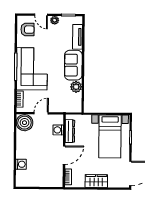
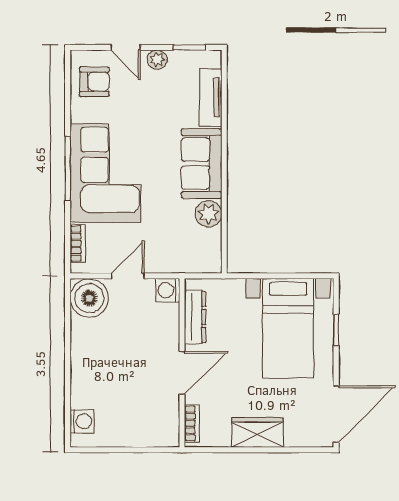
washing machine: (58, 130) -> (168, 290), moved
washing machine: (21, 164) -> (82, 421), moved

